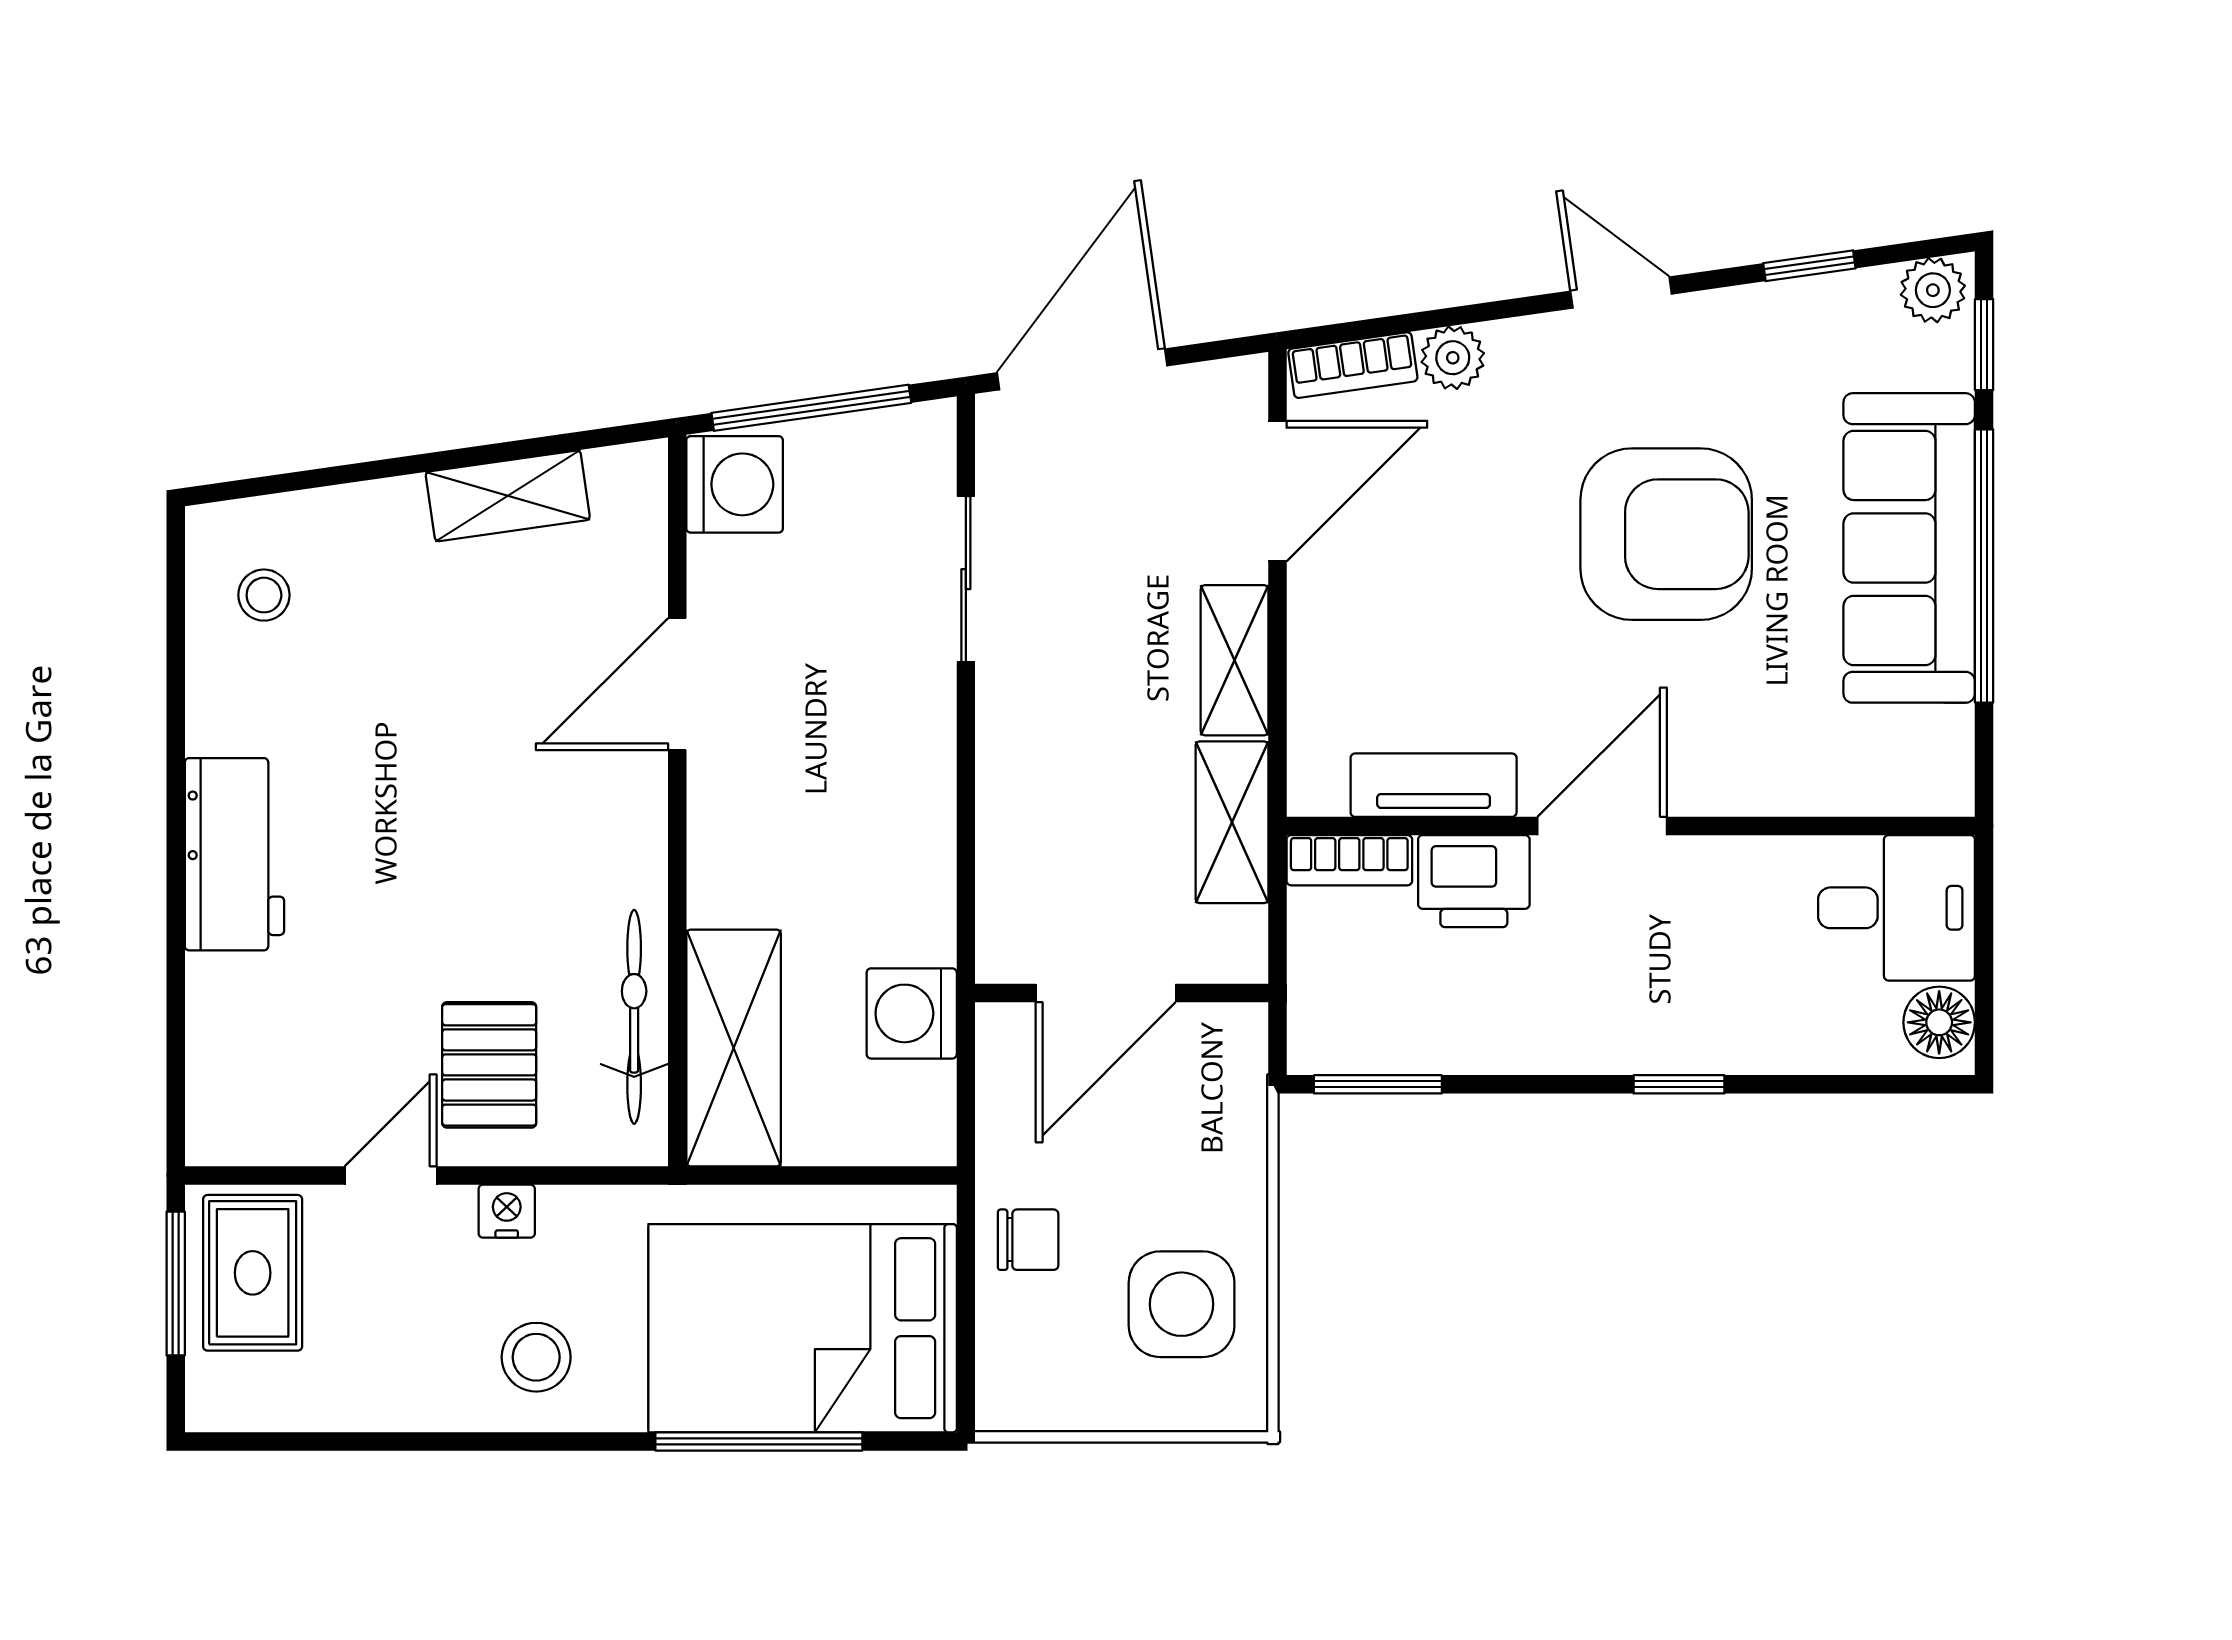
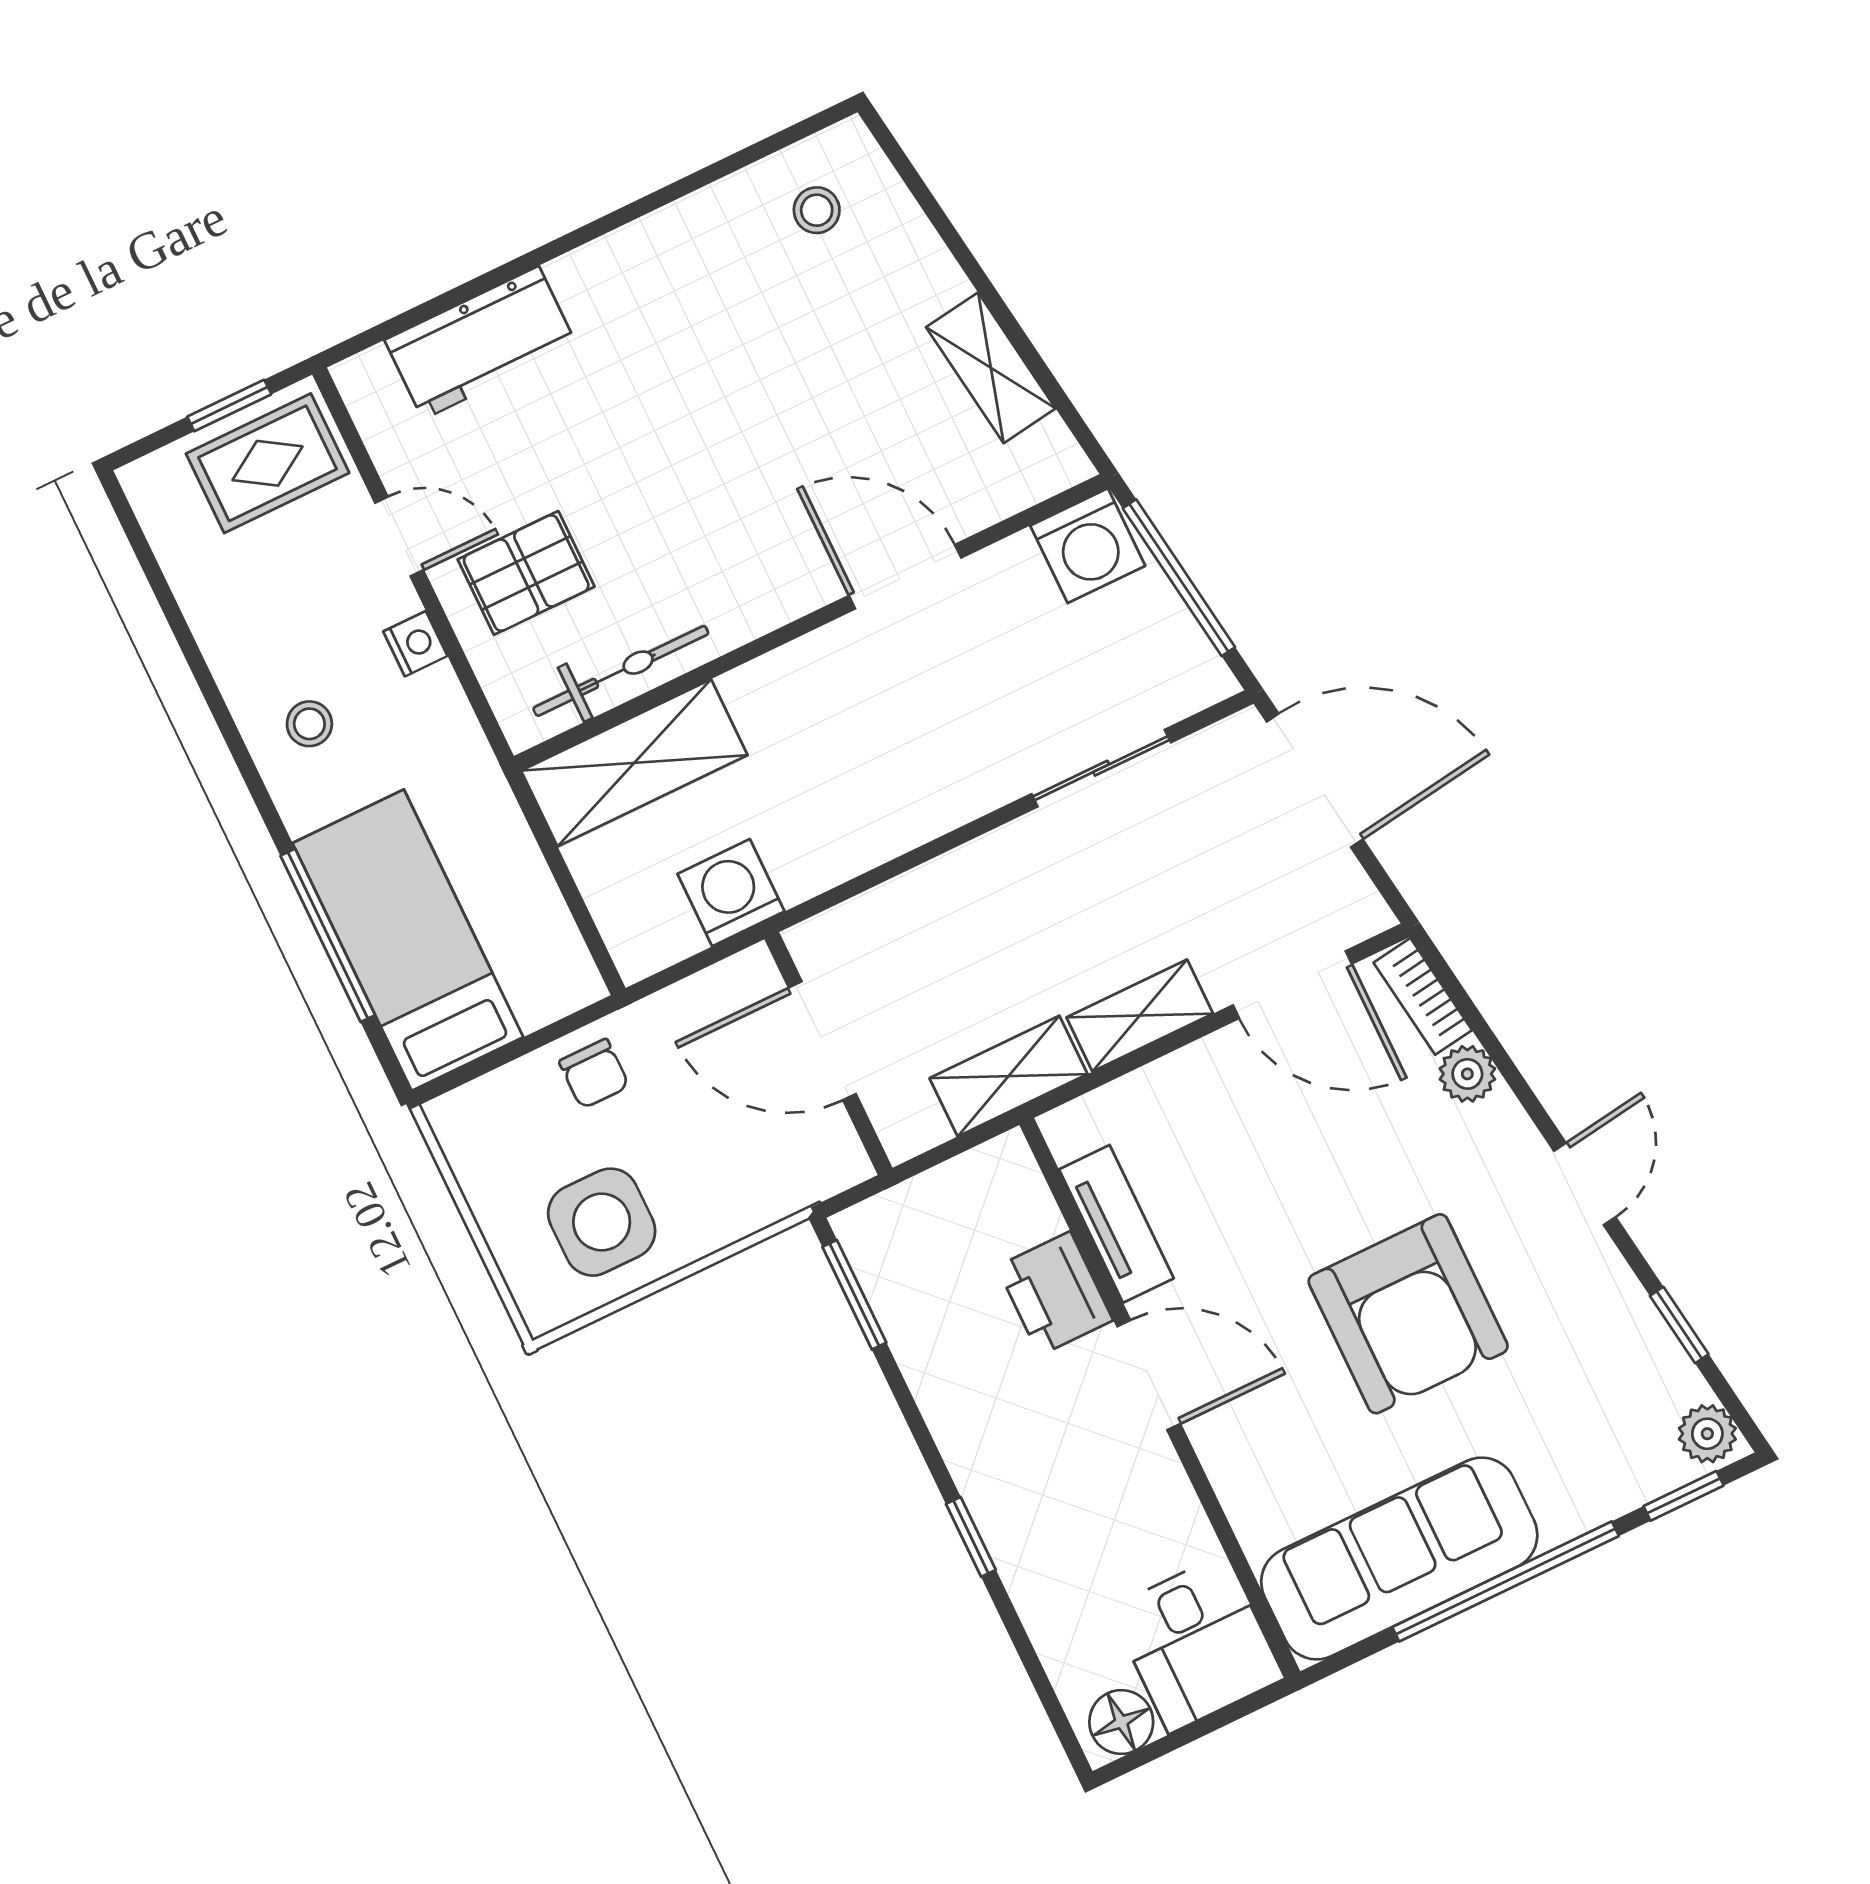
sofa: (1909, 548) -> (1399, 1559), moved
workbench: (234, 854) -> (481, 343), moved
bookcase: (1349, 860) -> (1023, 1185), removed
window: (176, 1283) -> (229, 406), width x0.67
bed: (803, 1328) -> (408, 940), width x0.67
stool: (536, 1357) -> (309, 724), width x0.73, depth x0.73

